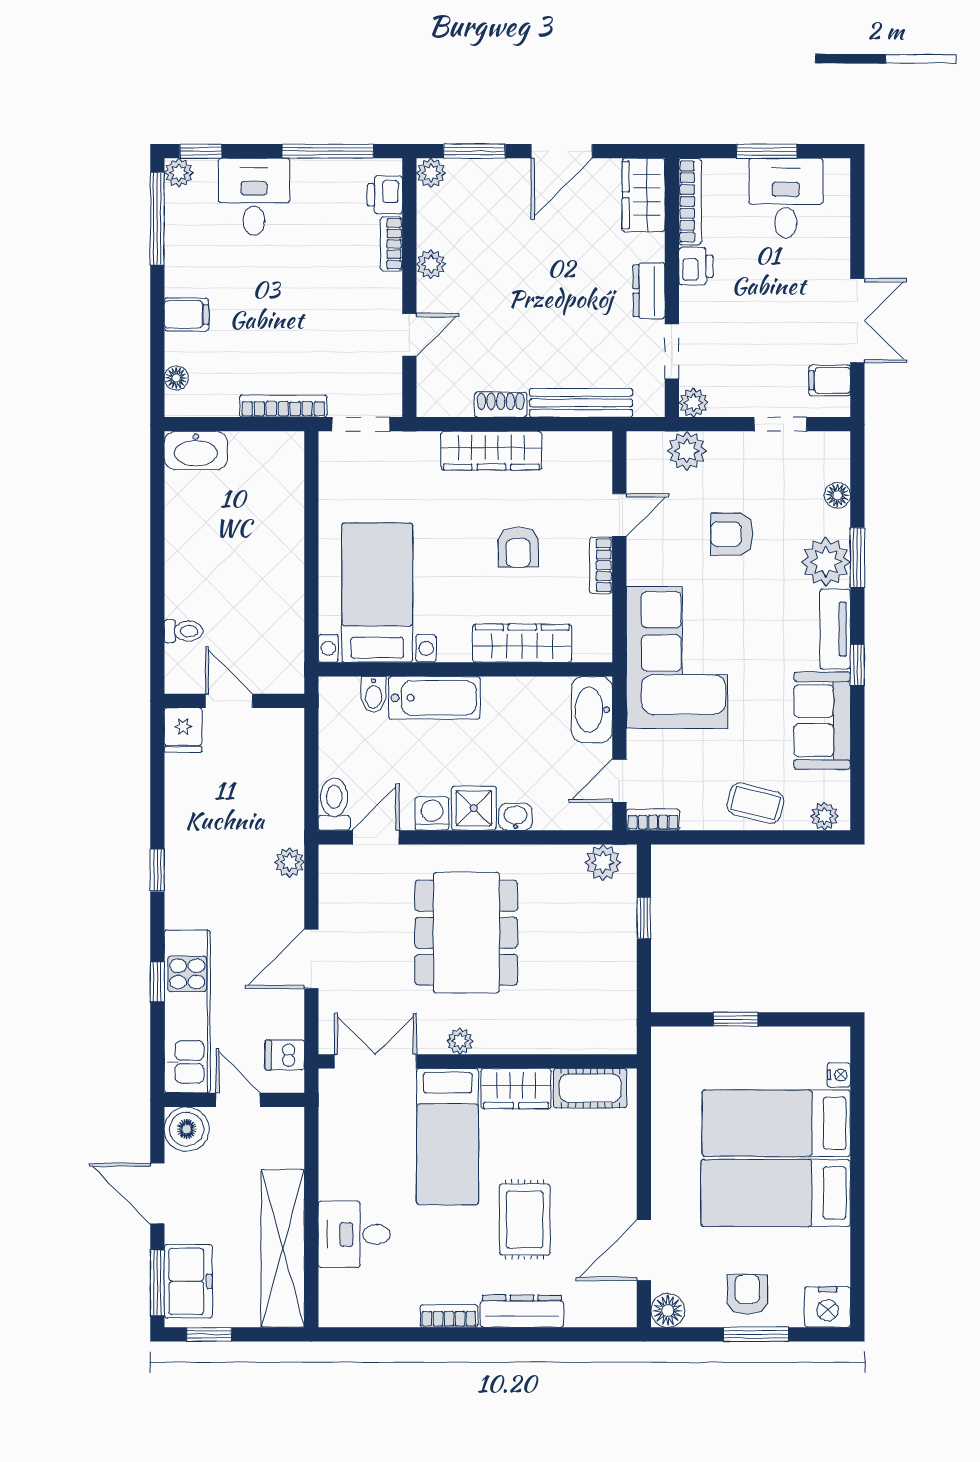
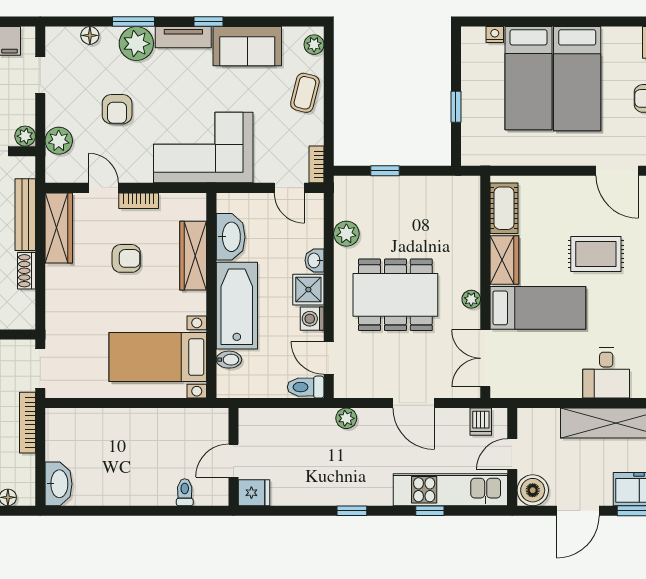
wardrobe: (491, 451) -> (59, 228), moved
bathtub: (434, 698) -> (237, 306), width x1.36, depth x1.36
washbasin: (592, 710) -> (231, 237), moved, turned -90
plant: (603, 862) -> (346, 234), moved

